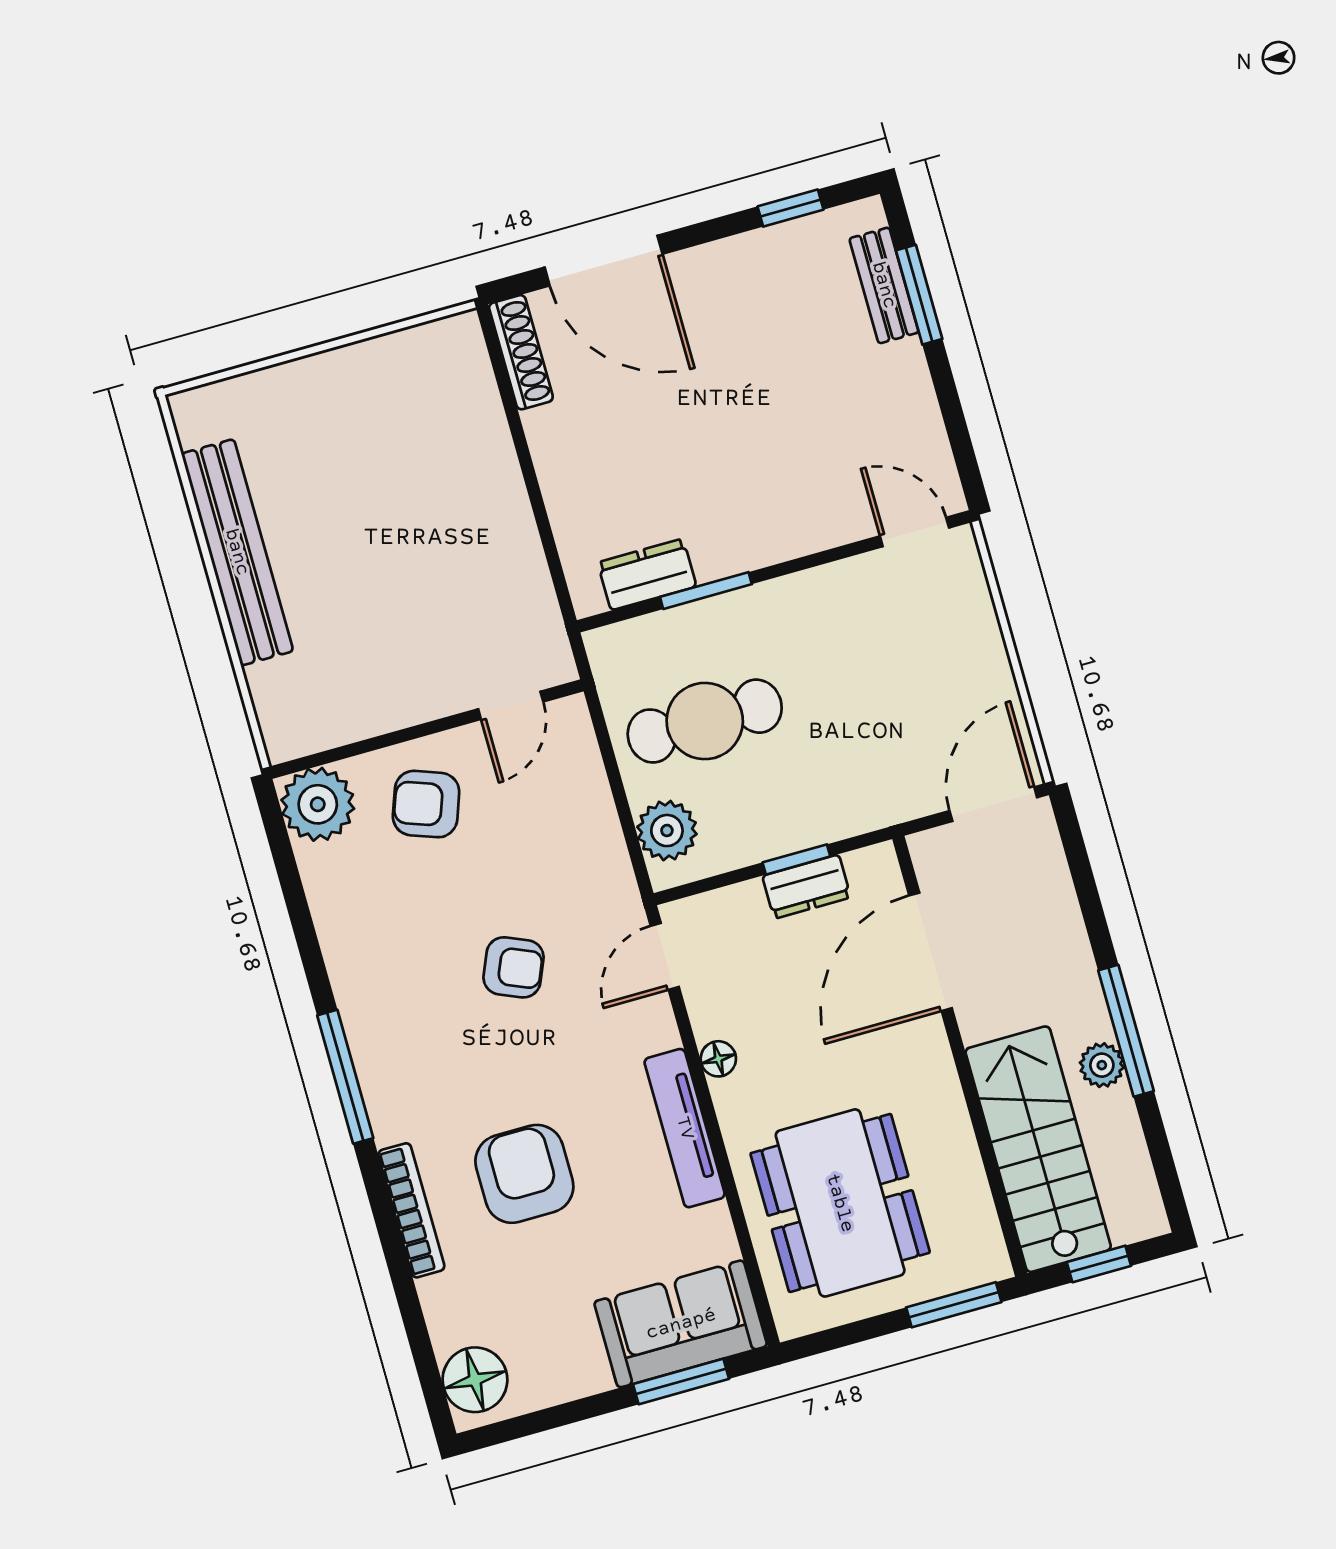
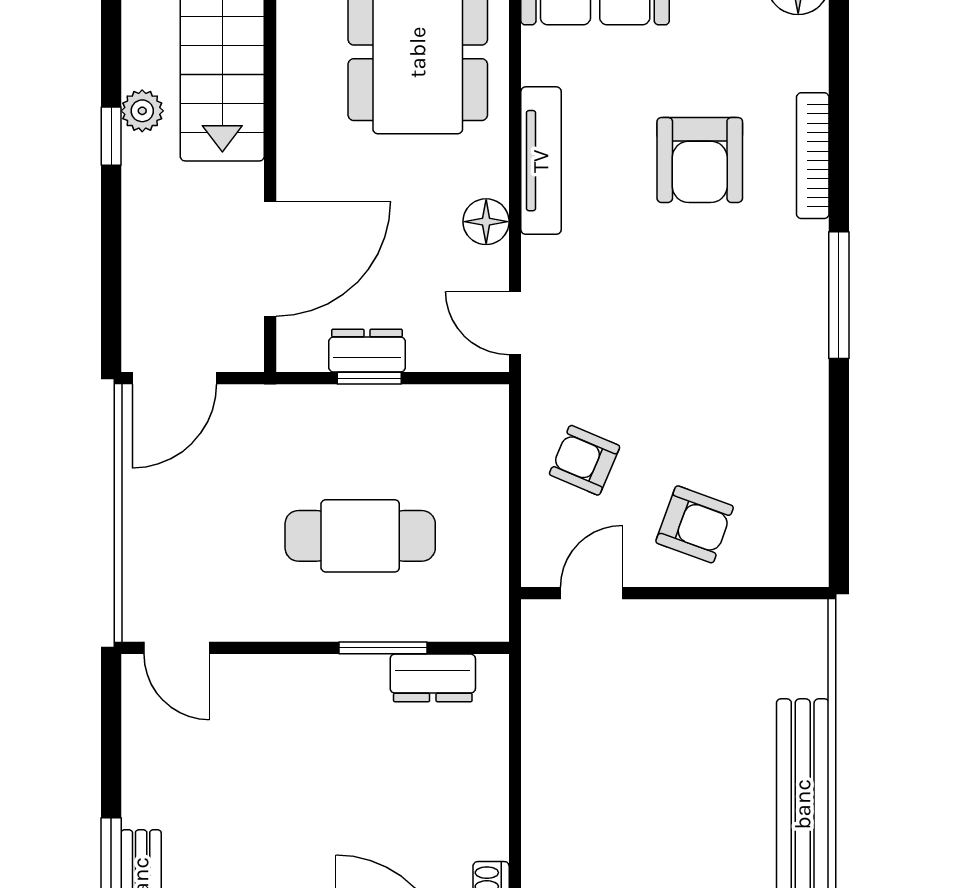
cafe table: (705, 721) -> (360, 536), moved
plant: (318, 804) -> (794, 552), removed
plant: (667, 831) -> (480, 438), removed
door: (665, 956) -> (515, 323), swing flipped
armchair: (514, 967) -> (585, 460), moved
window: (1126, 1031) -> (111, 136), width x0.46
floor lamp: (718, 1059) -> (486, 222), width x1.37, depth x1.37

